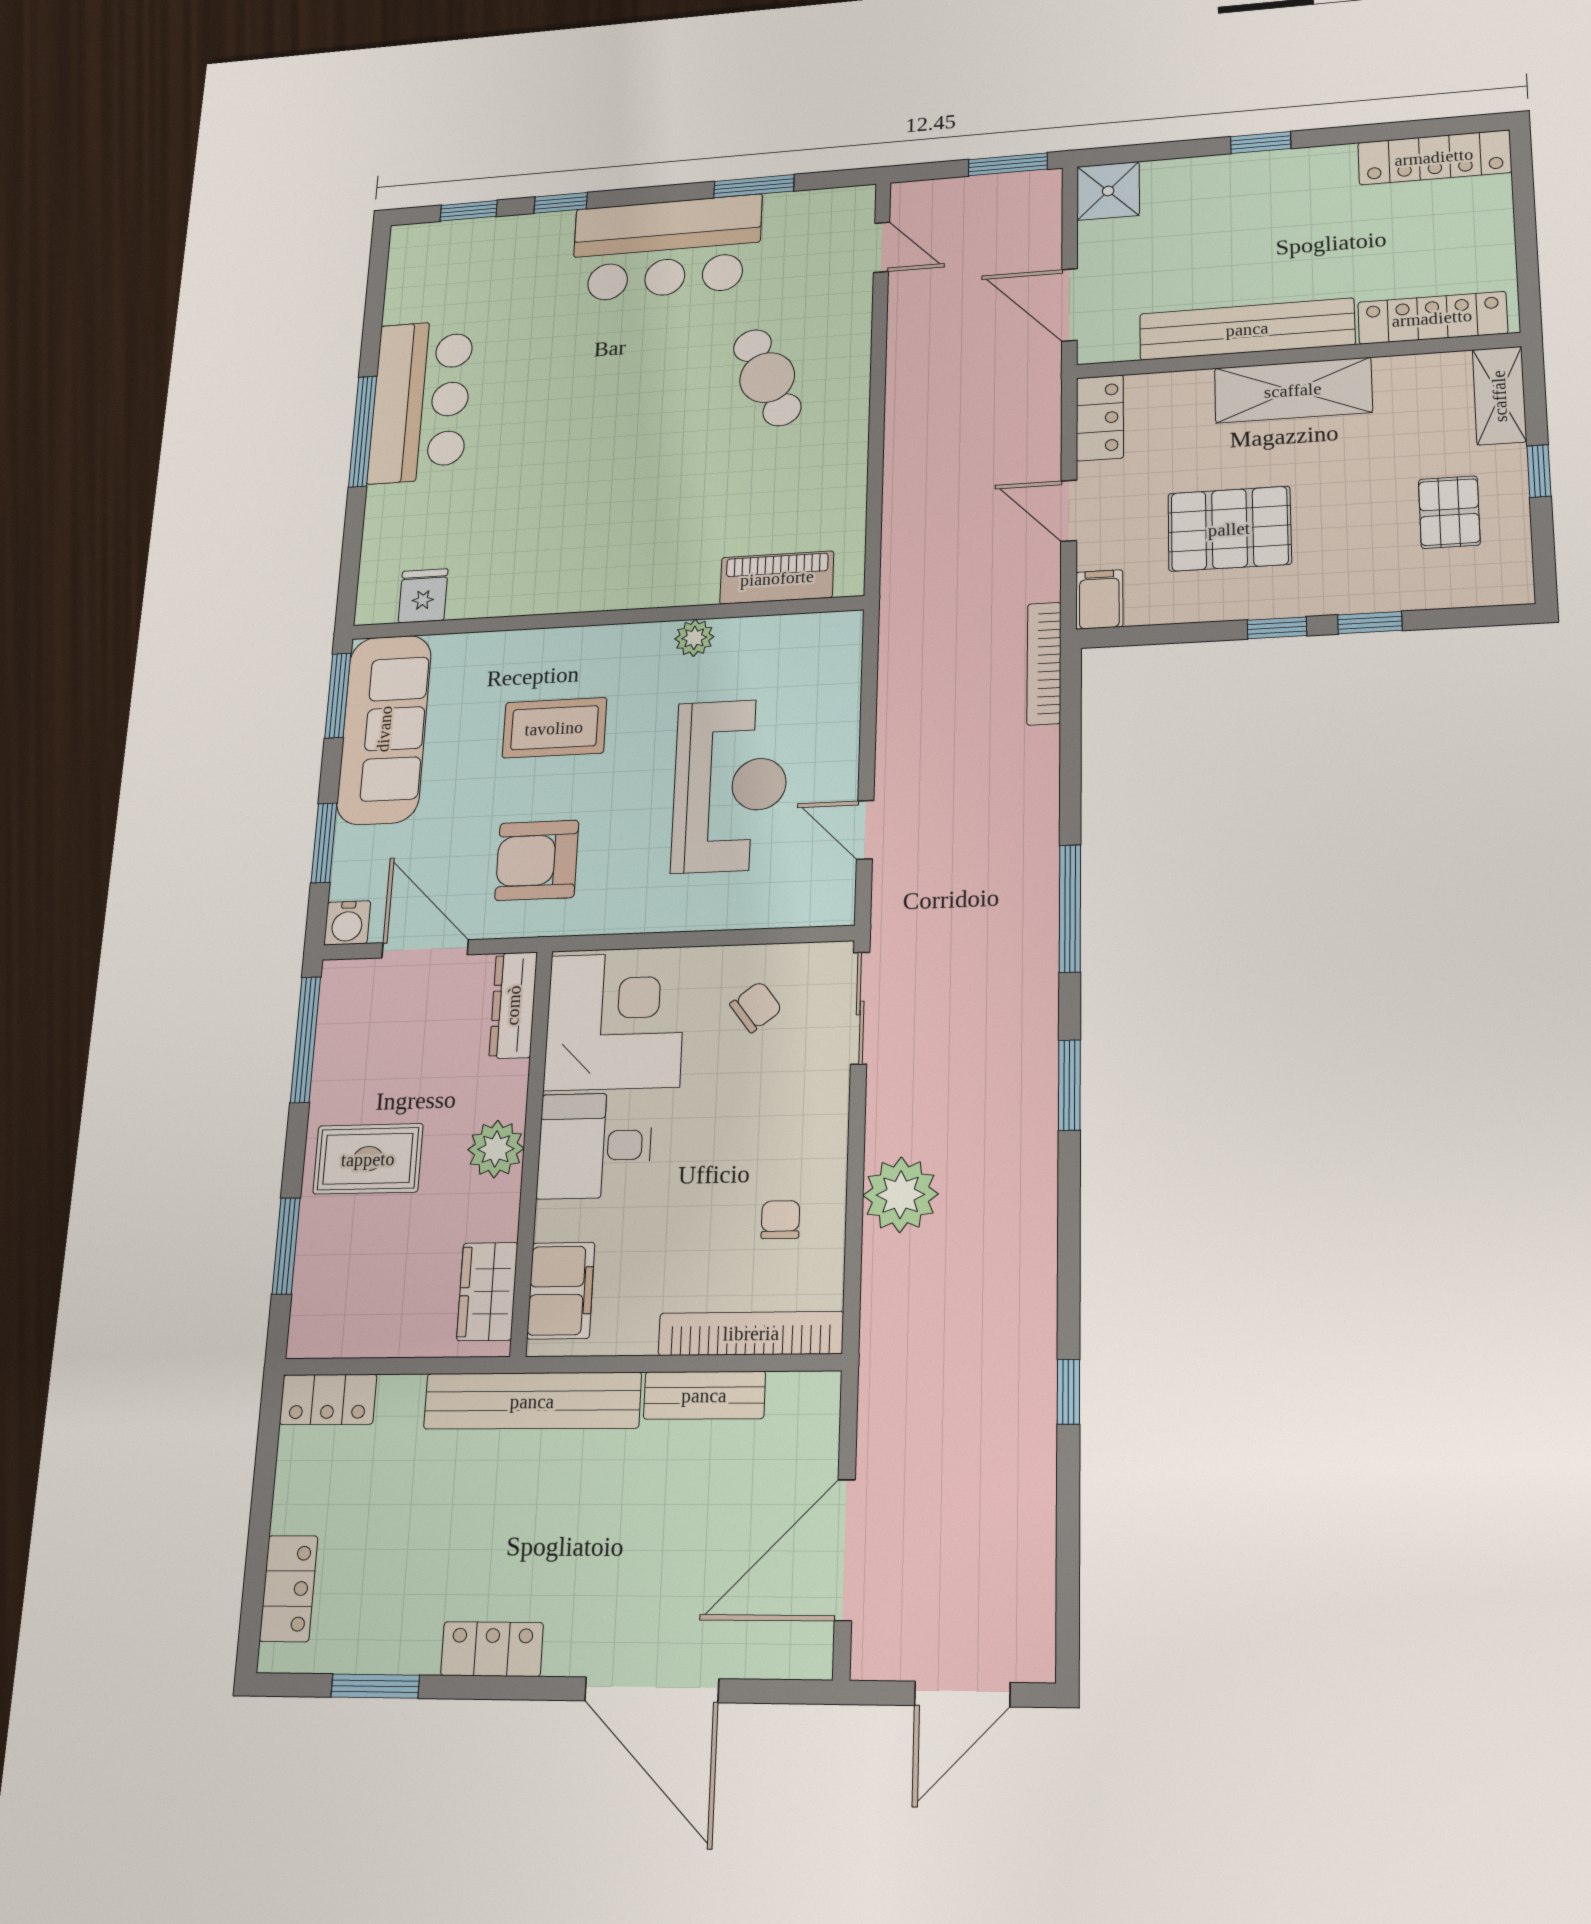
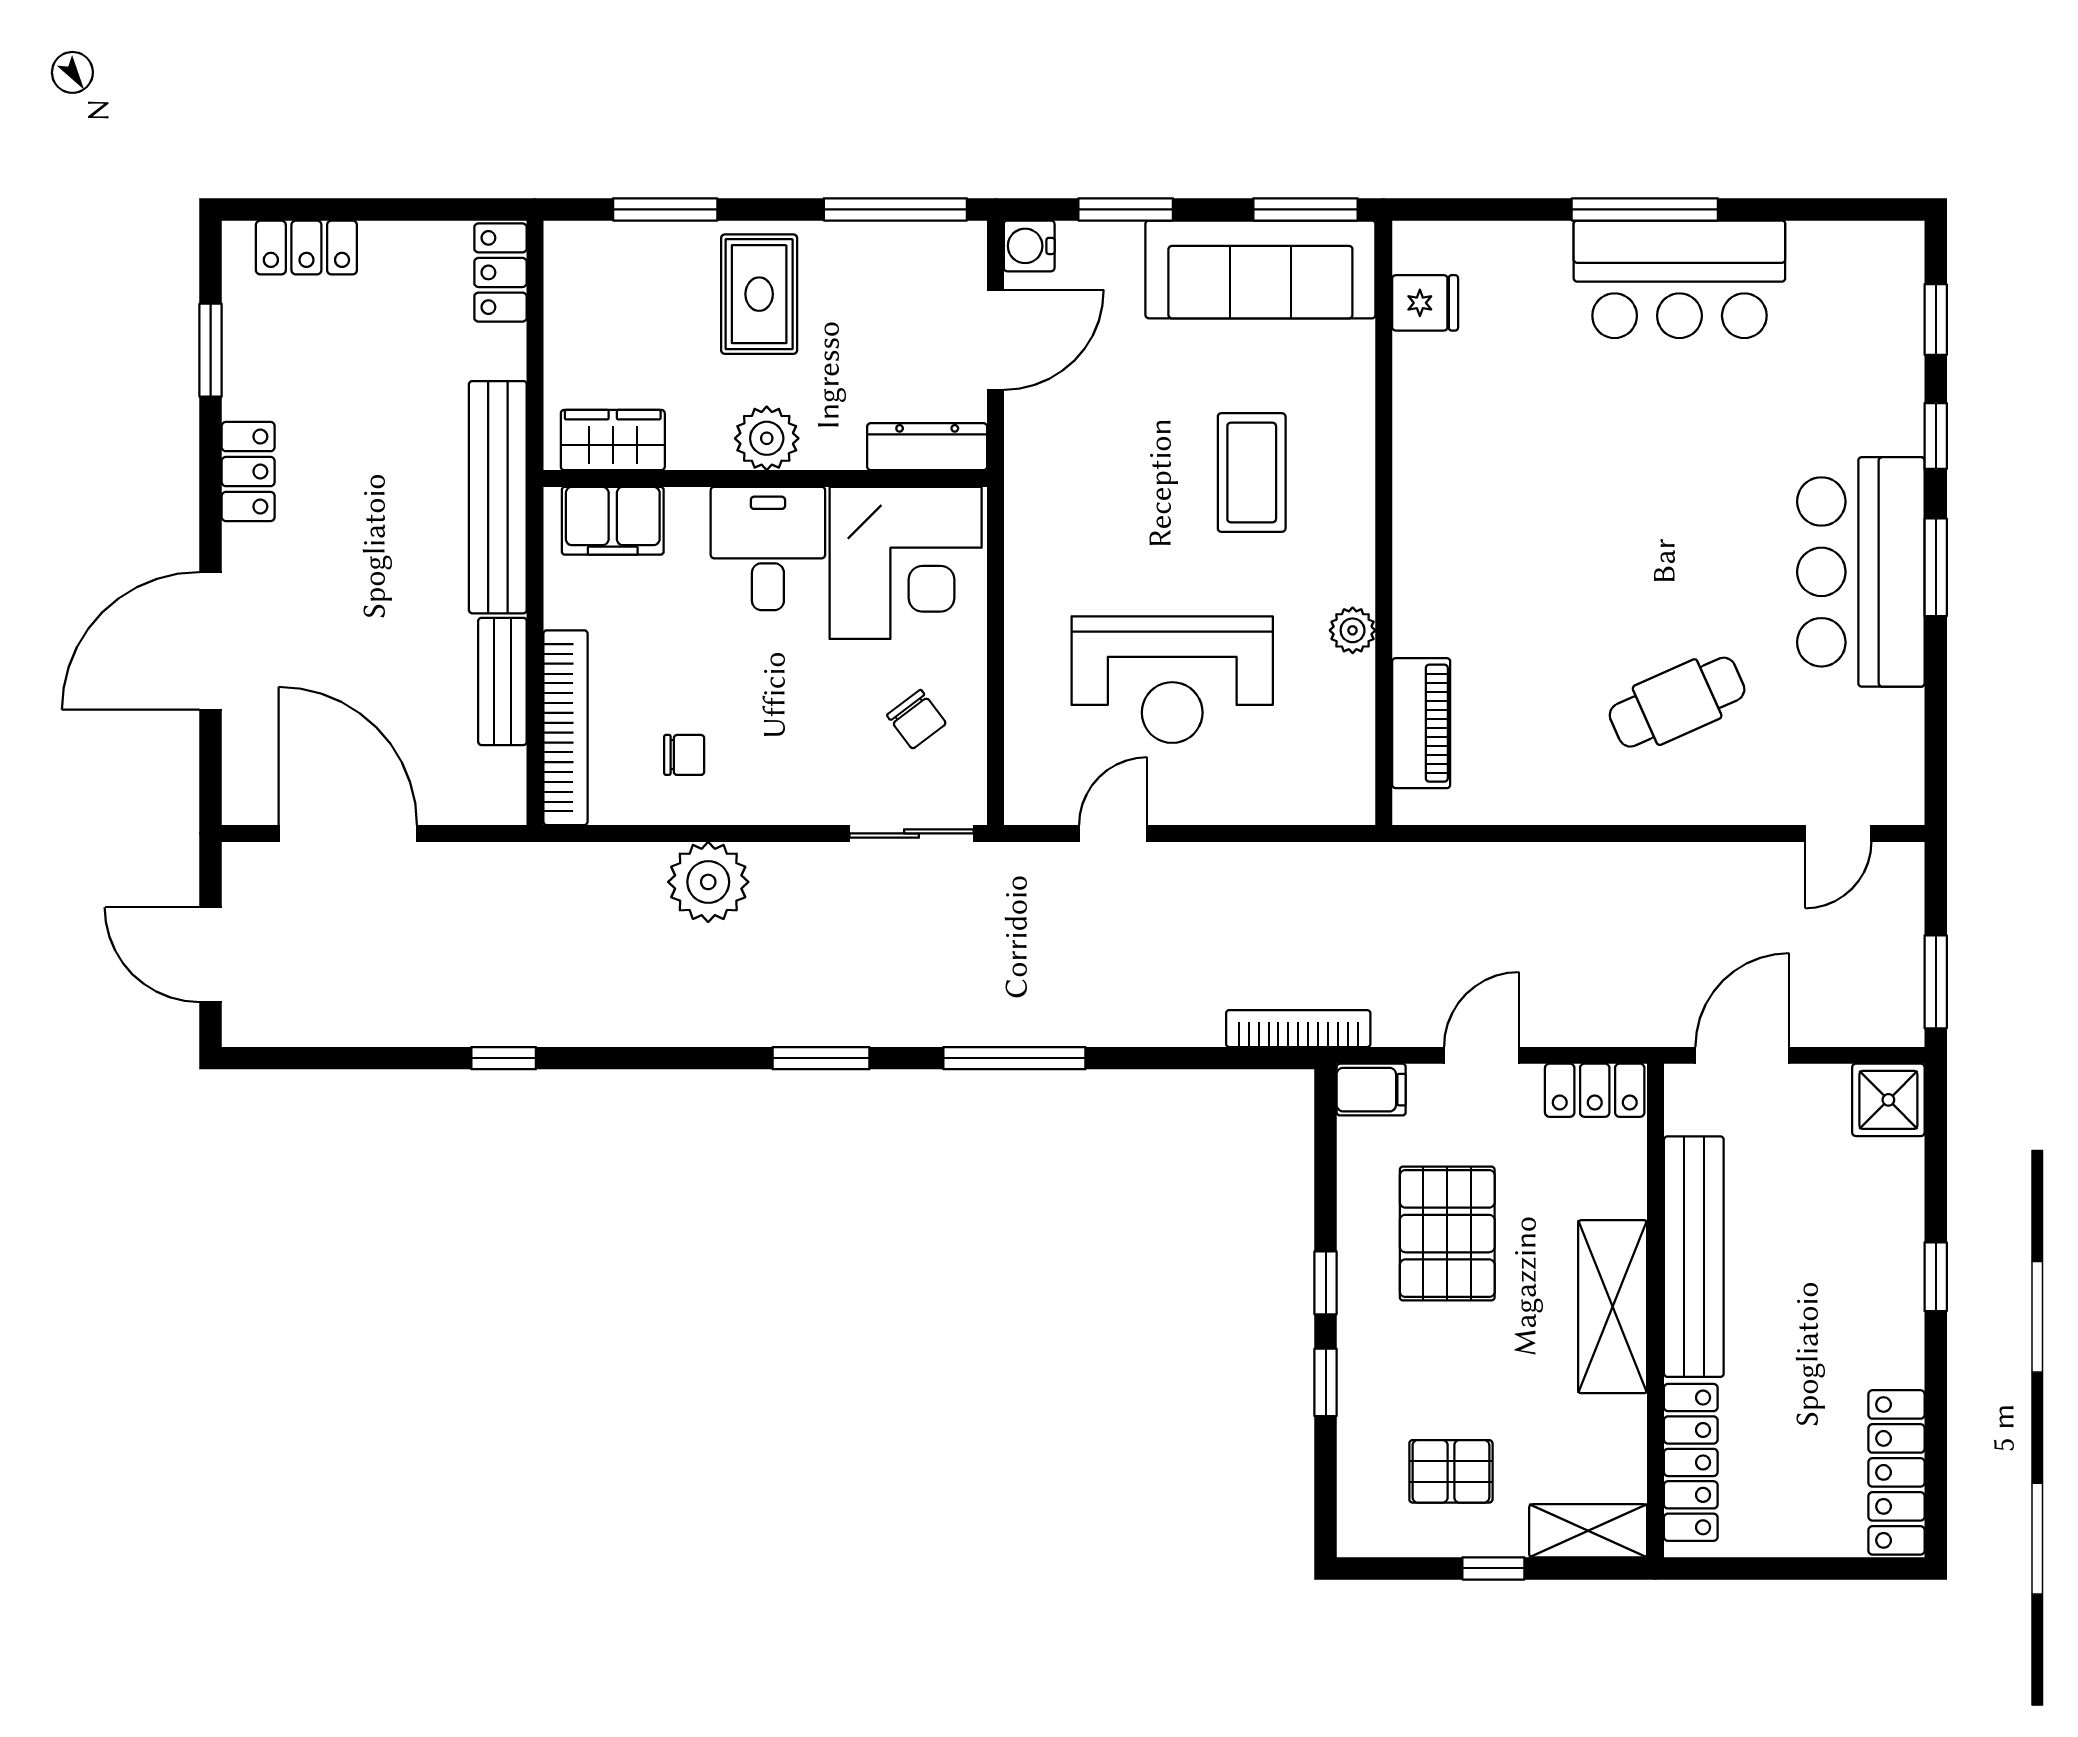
window: (754, 186) -> (1936, 567), moved
armchair: (537, 860) -> (1094, 462), removed

